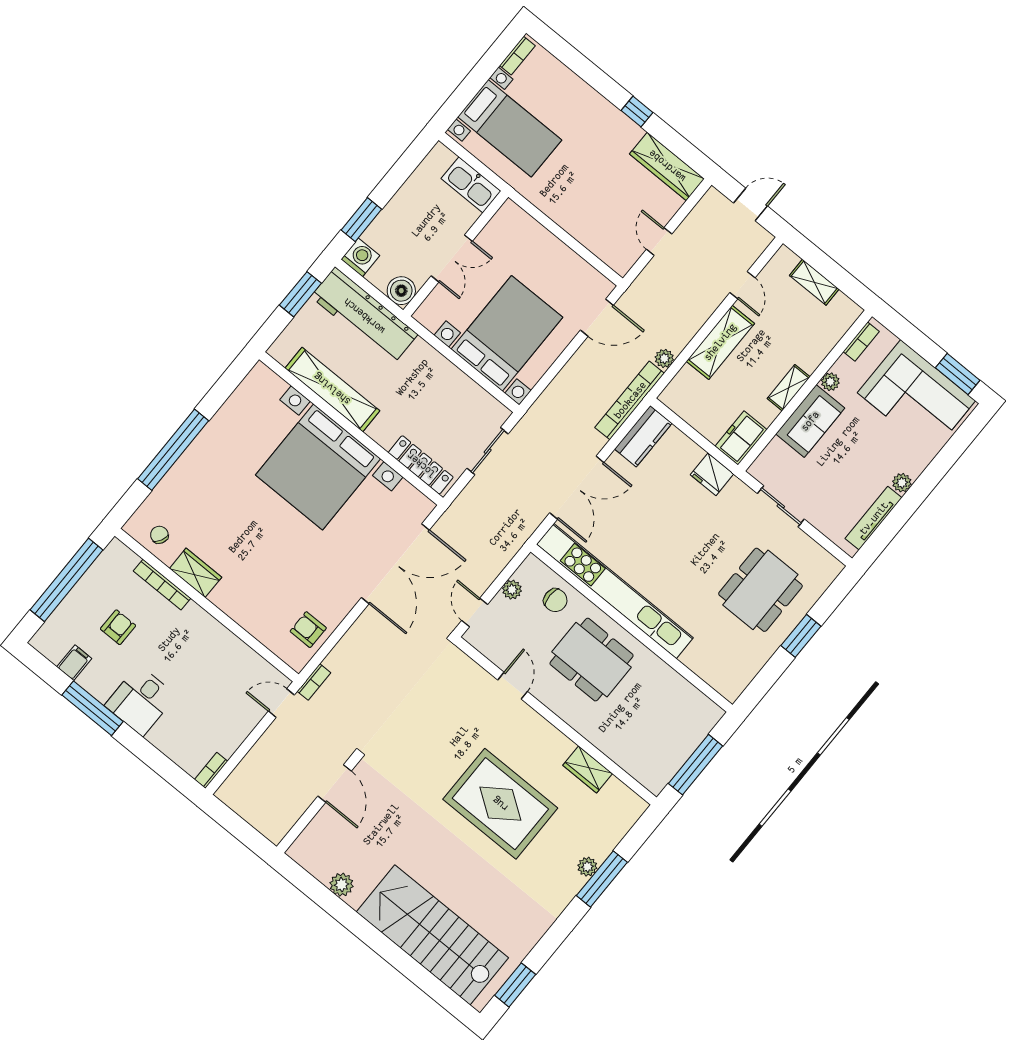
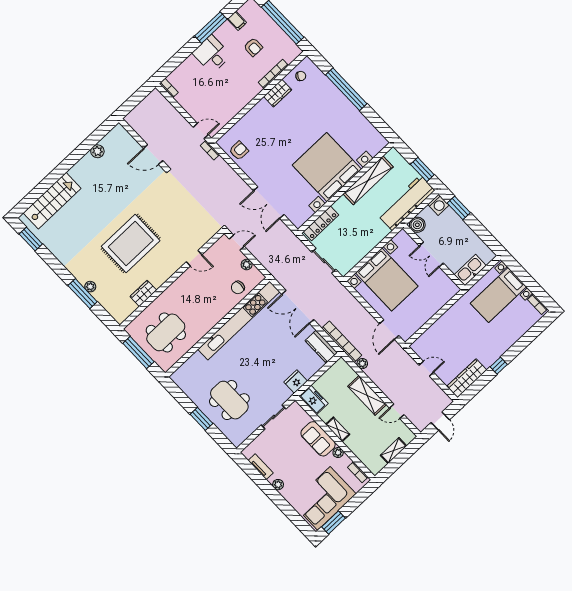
tv unit: (874, 518) -> (261, 467), width x0.71
double door: (395, 564) -> (269, 203), width x0.73
dining table: (592, 660) -> (166, 332), moved
door: (281, 703) -> (201, 131), hinge flipped
stairs: (432, 935) -> (52, 201), width x0.73, depth x0.66

